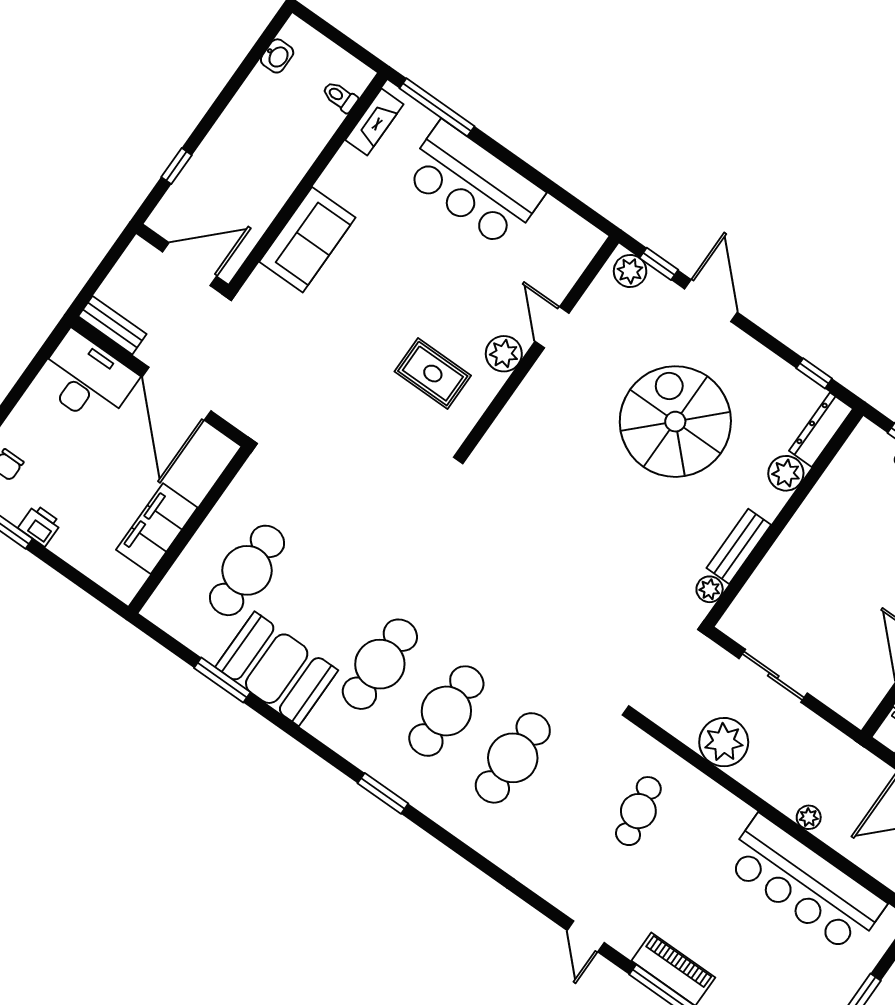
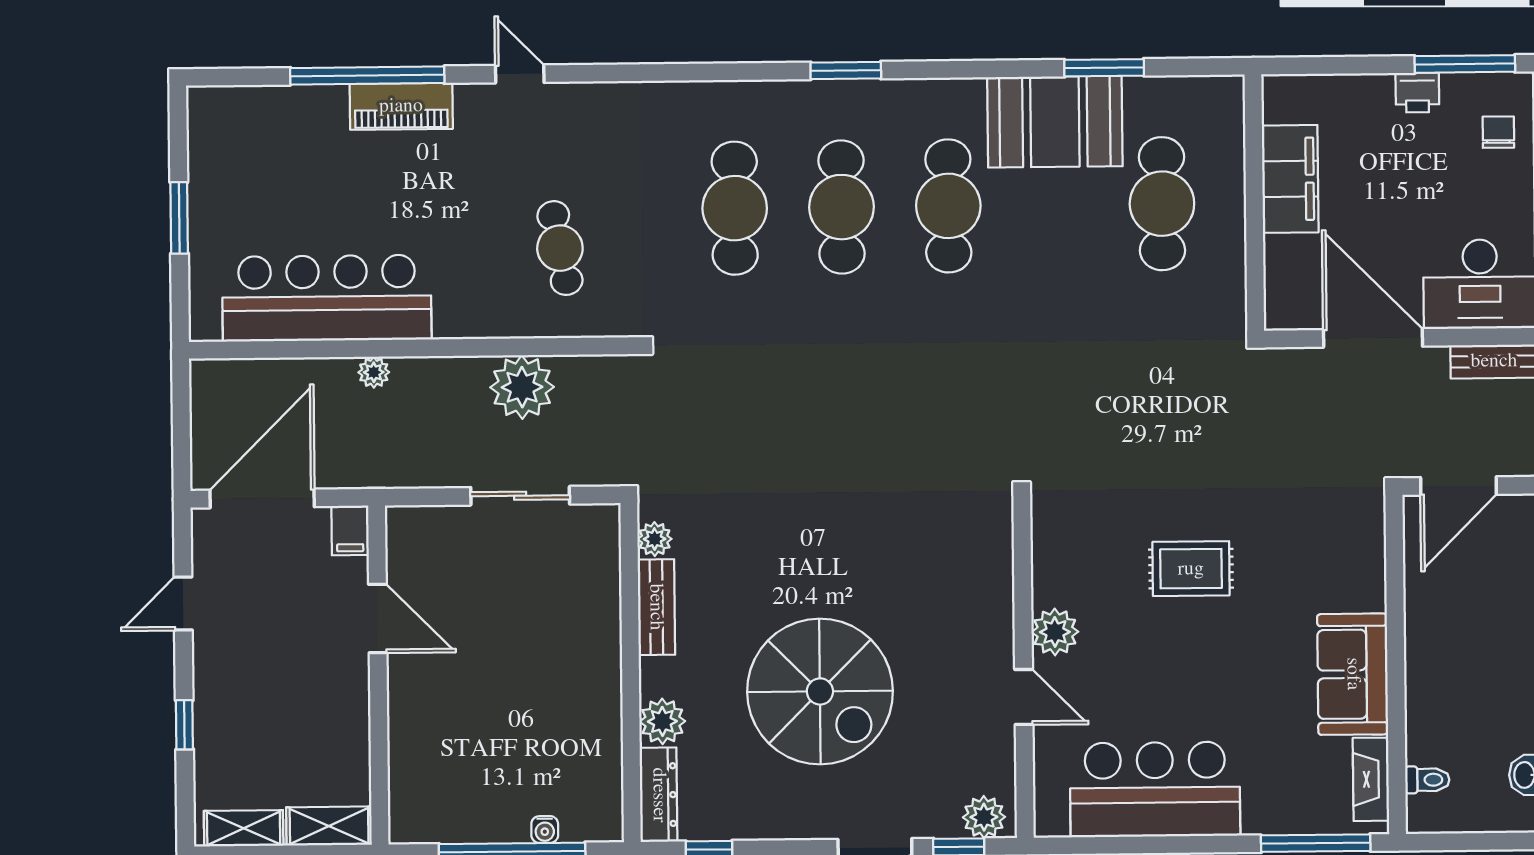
bar counter: (473, 185) -> (1155, 789), moved
sofa: (307, 240) -> (1353, 674), moved
rug: (433, 374) -> (1191, 569), moved

